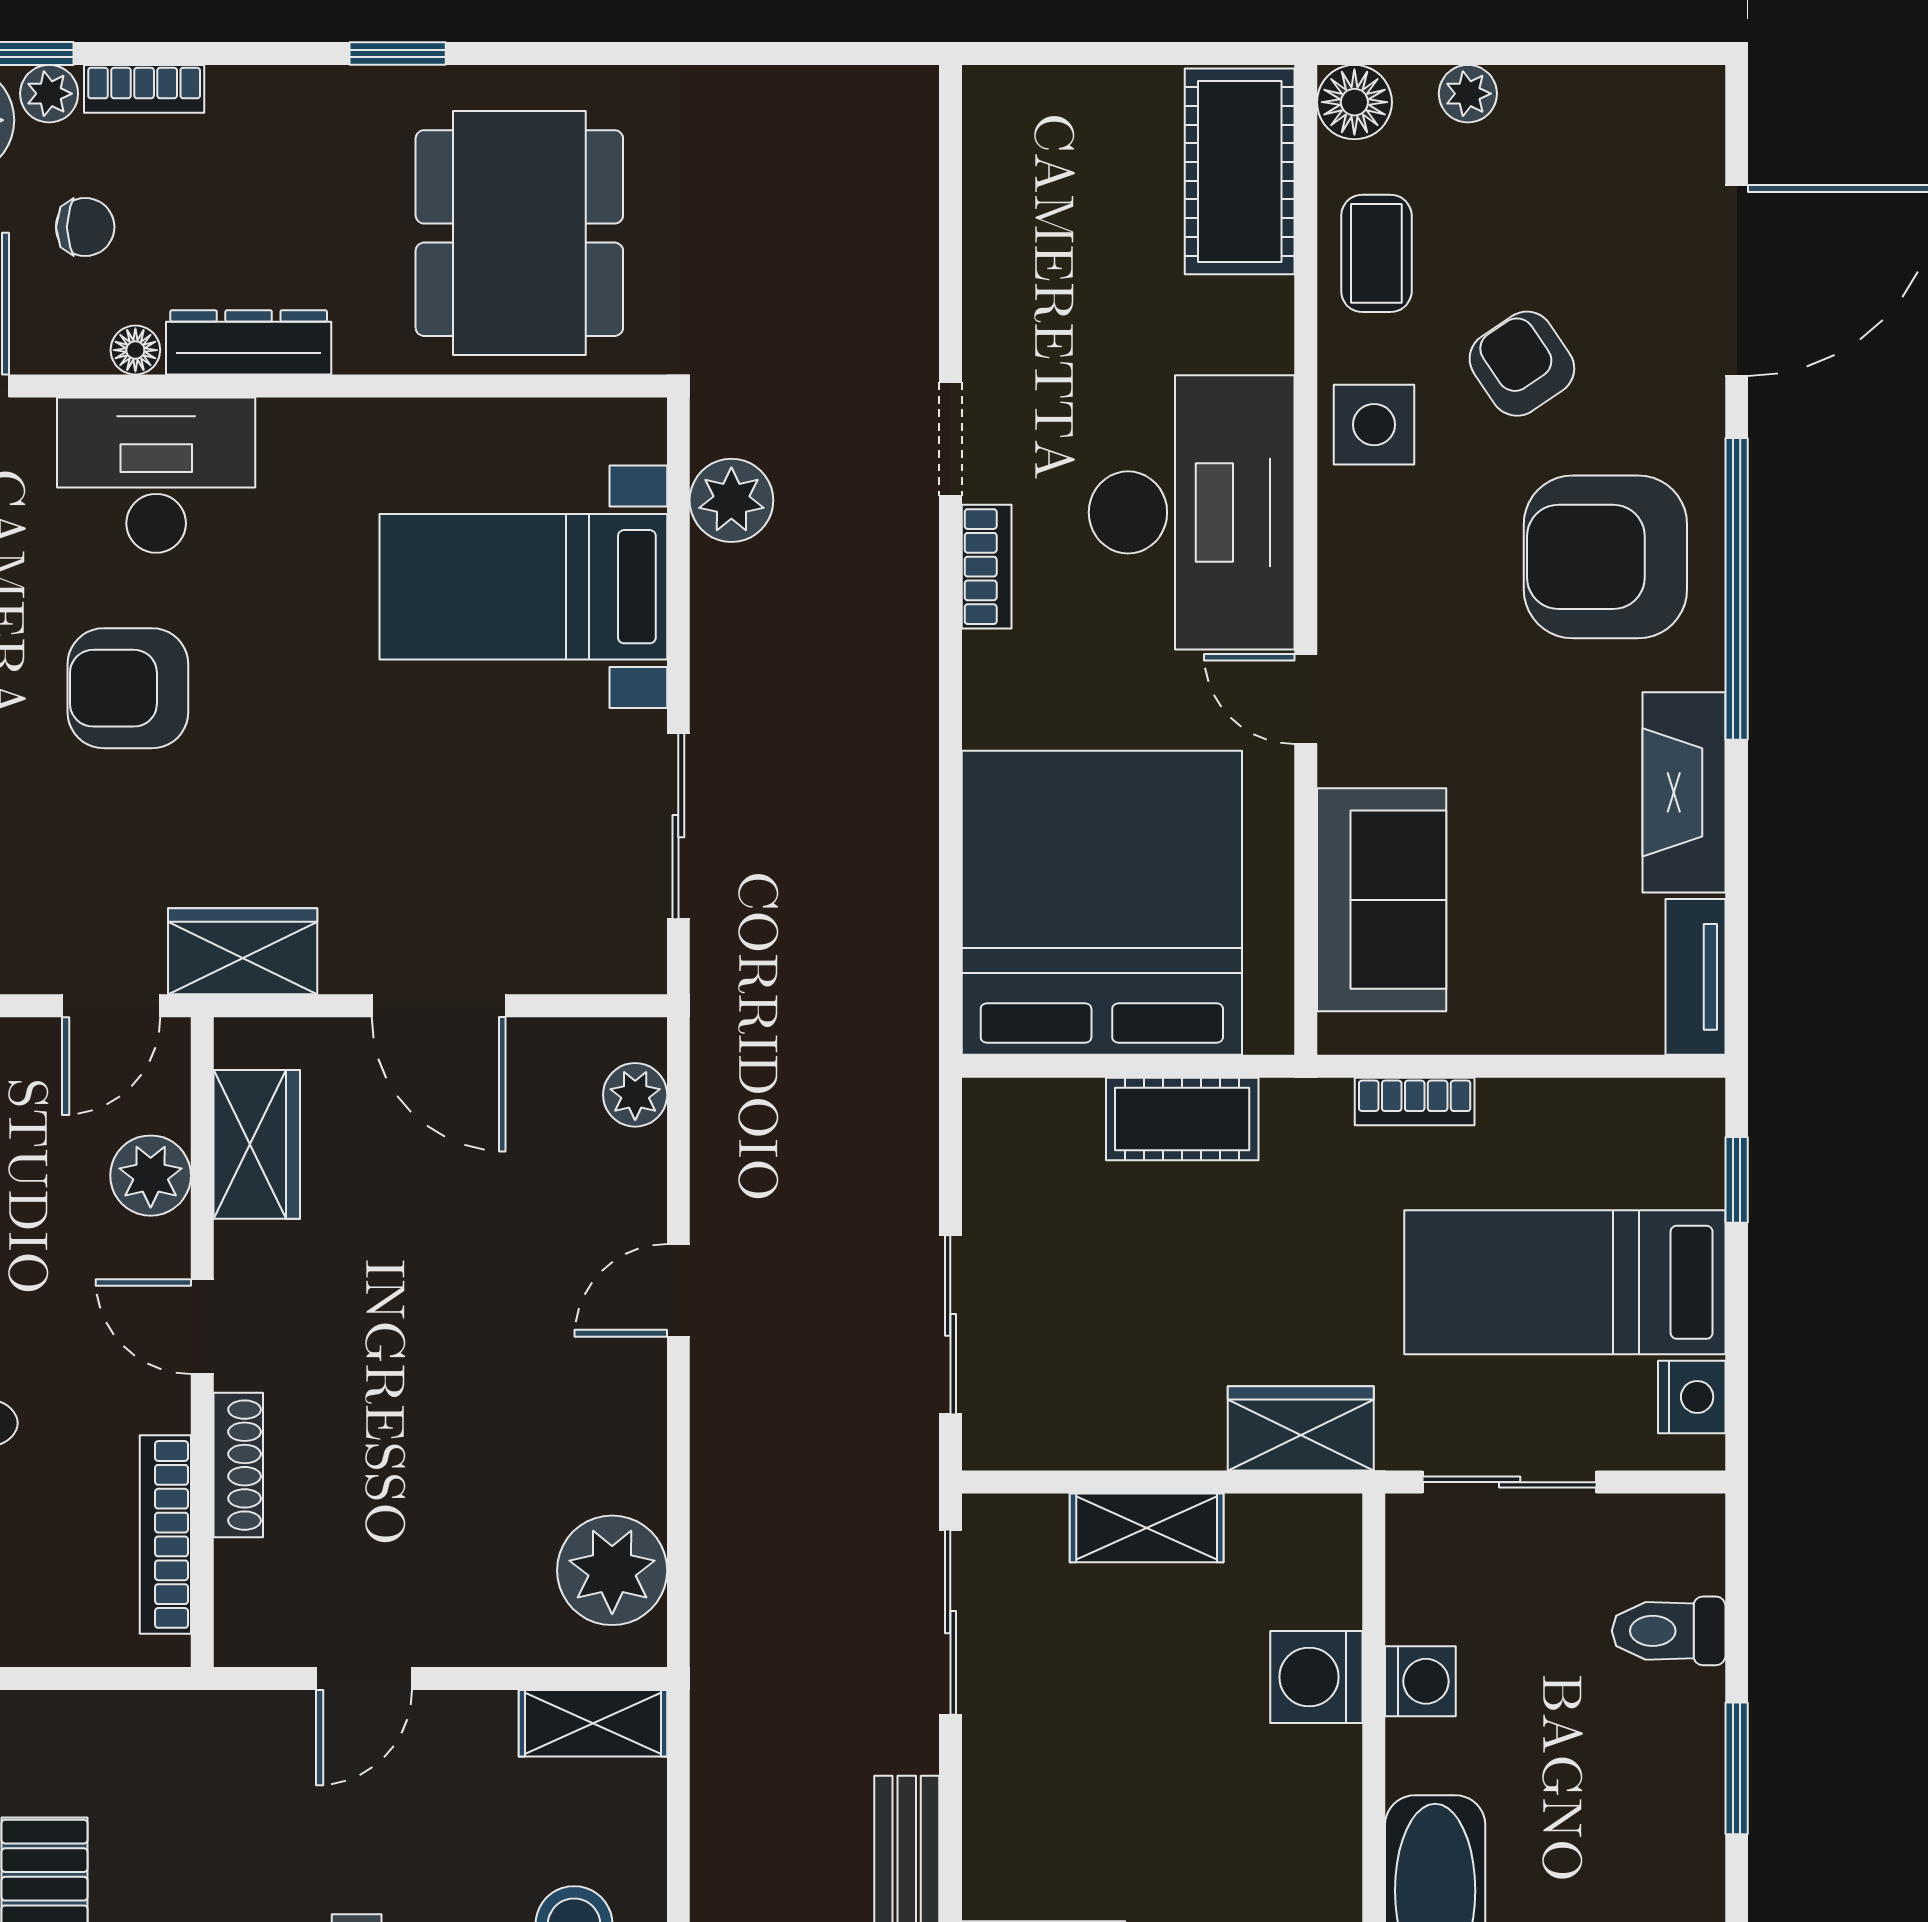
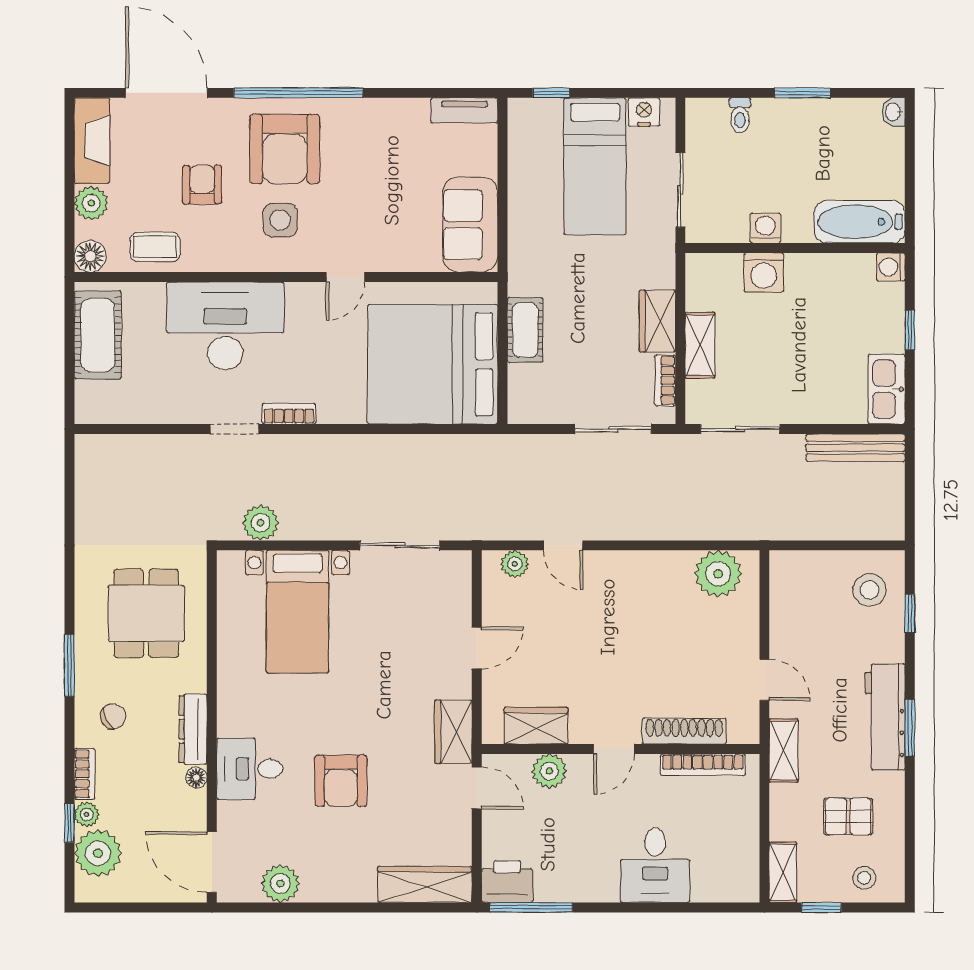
window: (398, 53) -> (69, 665), width x1.50
plant: (1468, 94) -> (91, 203), width x1.38, depth x1.38
cot: (1240, 171) -> (98, 335), moved, turned 90
chair: (85, 227) -> (113, 716), moved, turned 64
dining table: (519, 233) -> (146, 613), width x0.73
armchair: (1522, 364) -> (202, 185), turned 124
side table: (1374, 425) -> (280, 220), moved
desk: (156, 475) -> (250, 769), width x0.73
desk: (1192, 512) -> (225, 326), moved
fireplace: (1684, 792) -> (92, 141), moved, turned -90
sofa: (1382, 900) -> (470, 225), moved, turned -90
door: (439, 1006) -> (477, 648), width x0.73
bookcase: (1415, 1102) -> (665, 380), moved, turned 180
door: (678, 1290) -> (563, 545), moved
wardrobe: (1301, 1428) -> (657, 321), moved
shoe rack: (238, 1465) -> (684, 731), width x1.36, depth x1.24
toilet: (1669, 1631) -> (740, 115), width x0.73, depth x0.72
shelving: (593, 1723) -> (783, 750), moved

